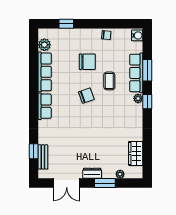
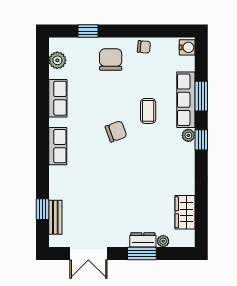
chair: (87, 62) -> (111, 60), moved, turned -90
row of seats: (45, 72) -> (58, 98), width x0.68
dresser: (92, 173) -> (143, 240), moved

